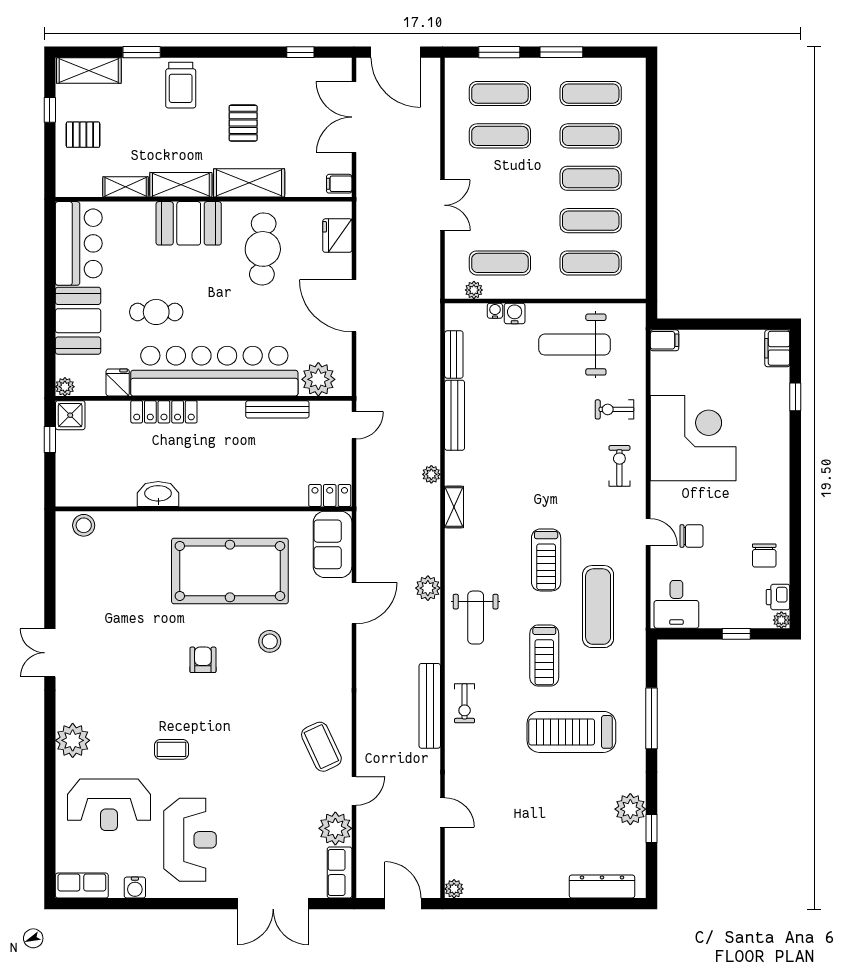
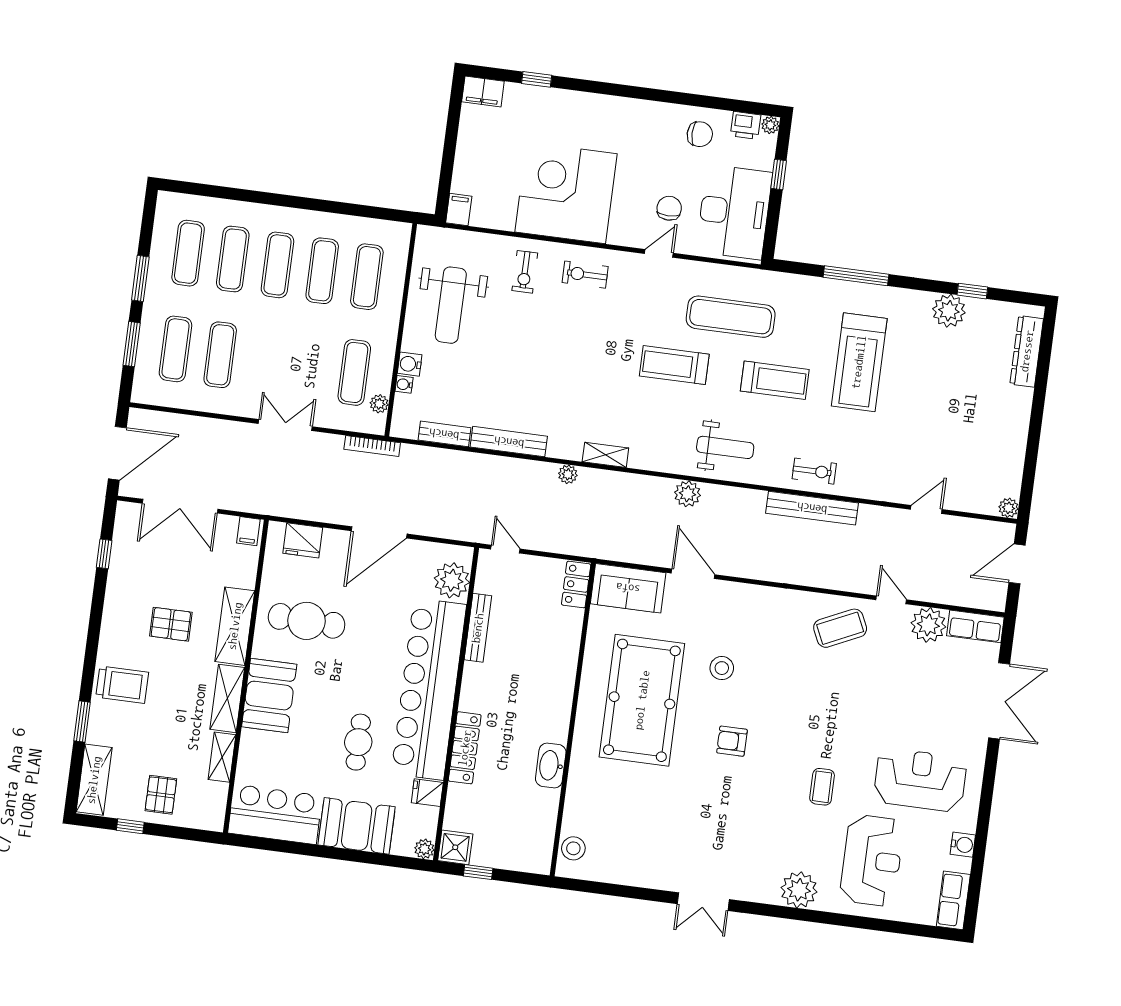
bookcase: (434, 289) -> (372, 446), added
treadmill: (546, 560) -> (674, 365), turned 180
desk: (676, 604) -> (734, 212), width x1.87, depth x1.30

